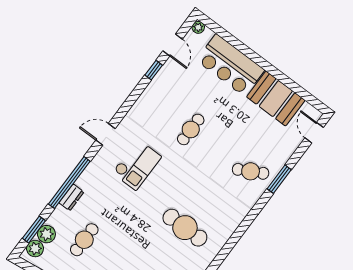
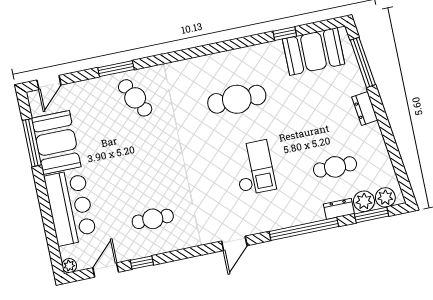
window: (291, 85) -> (32, 143), added
cafe table: (191, 129) -> (153, 219), moved
door: (105, 134) -> (234, 243), hinge flipped
checkout: (137, 165) -> (254, 168), moved, turned 90
dresser: (71, 197) -> (339, 209), moved
cafe table: (185, 228) -> (237, 99), turned 90

